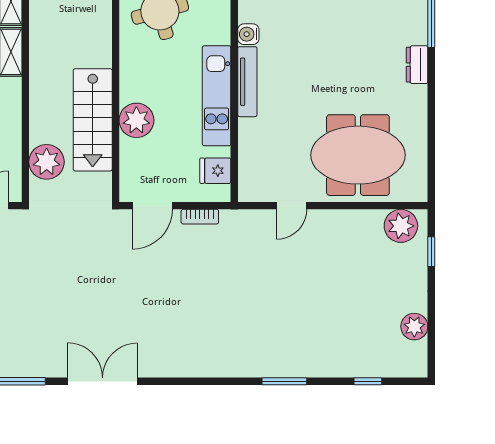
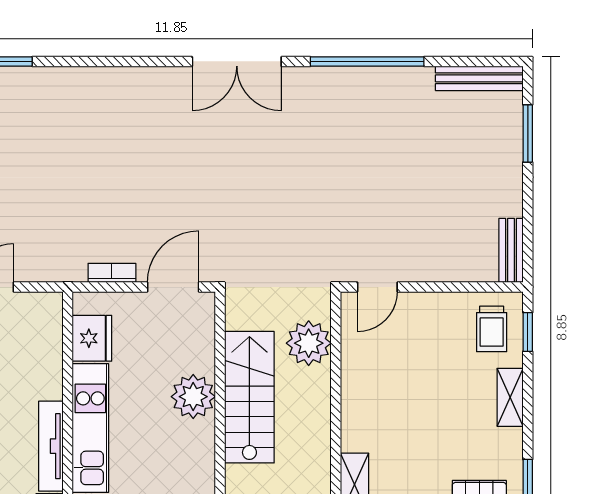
fridge: (215, 171) -> (92, 338), width x1.38

